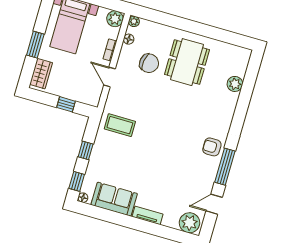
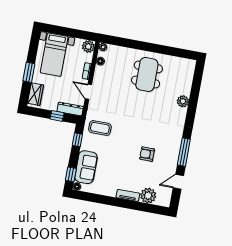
chair: (149, 63) -> (118, 78), removed
plant: (235, 84) -> (183, 101), moved
dresser: (84, 97) -> (70, 109), added
armchair: (212, 147) -> (147, 154), moved
window: (86, 150) -> (77, 140), moved
sofa: (114, 199) -> (86, 167), moved, turned 90
plant: (190, 223) -> (148, 196), moved

